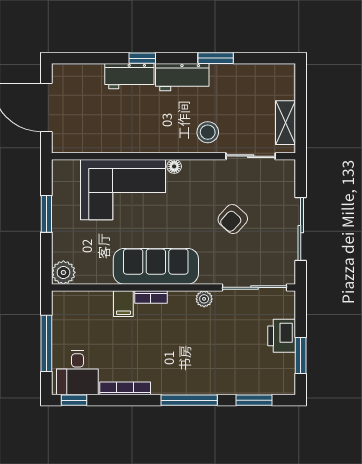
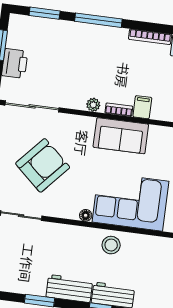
stool: (208, 132) -> (111, 245), moved
armchair: (233, 219) -> (43, 165), width x1.88, depth x1.88
sofa: (156, 266) -> (121, 136), width x0.73
plant: (204, 299) -> (93, 105), moved

